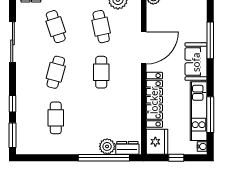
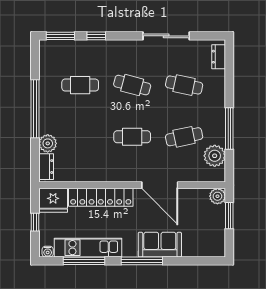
cafe table: (56, 27) -> (184, 85), turned 30
window: (210, 40) -> (142, 261), moved
sofa: (196, 62) -> (160, 245), moved
window: (104, 158) -> (35, 109), moved

